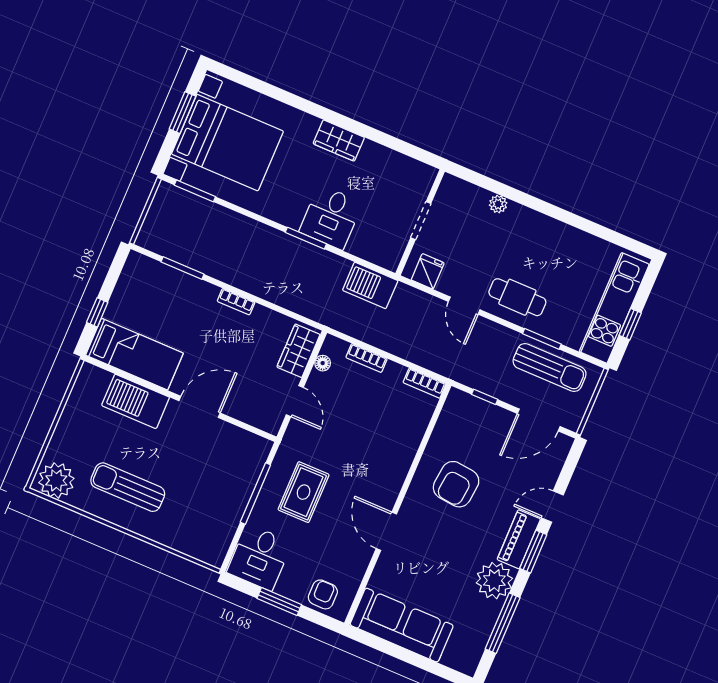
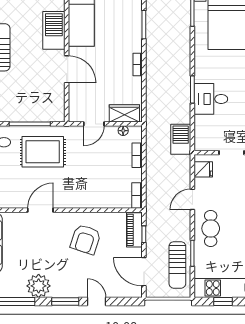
armchair: (456, 484) -> (85, 239), turned -78
rug: (304, 492) -> (43, 152), width x1.36, depth x1.43
piano: (519, 539) -> (134, 230), moved, turned -90

